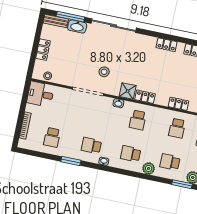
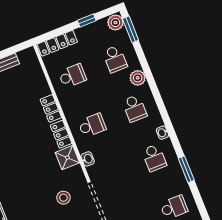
locker: (179, 104) -> (51, 108), moved

